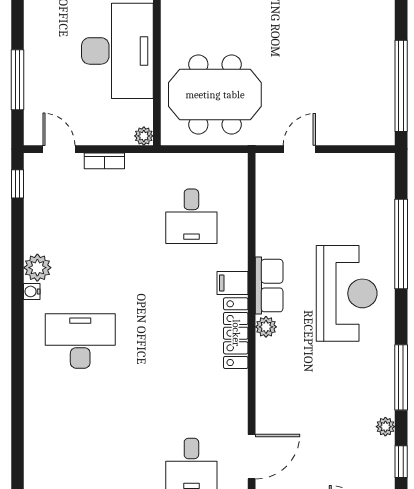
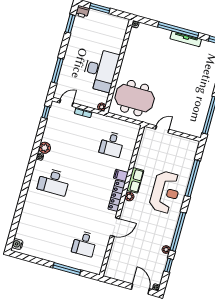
door: (59, 149) -> (66, 103), hinge flipped
desk: (80, 341) -> (54, 182), turned 180
window: (401, 377) -> (178, 232), width x1.46
door: (252, 457) -> (115, 227), moved

